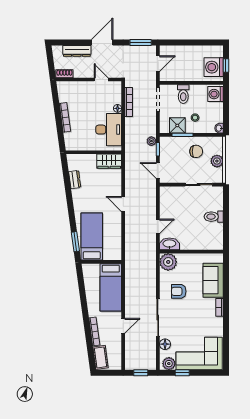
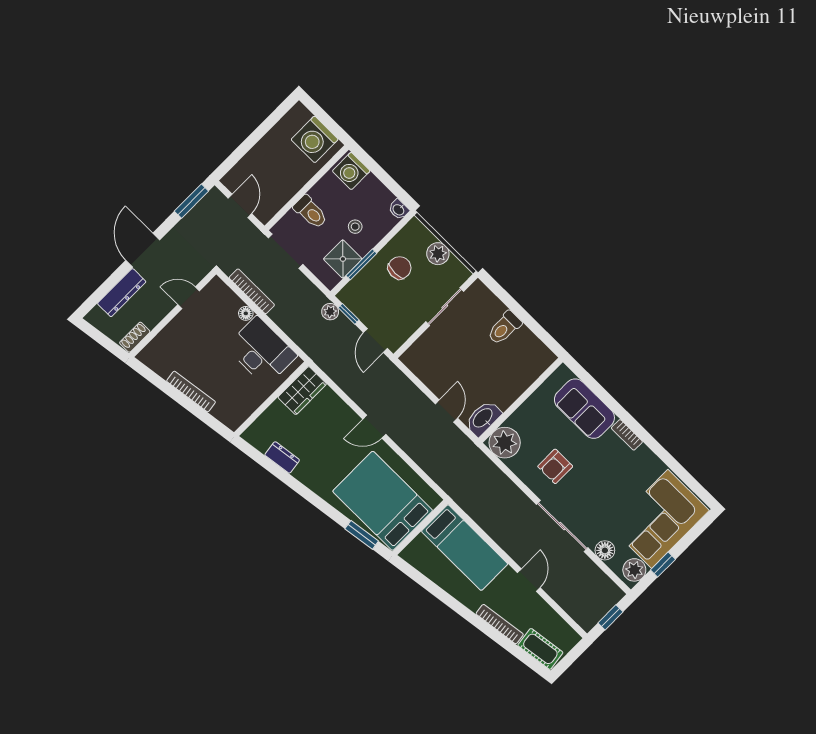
window: (226, 66) -> (328, 122), removed
door: (158, 170) -> (375, 340), hinge flipped
bed: (92, 237) -> (383, 501), width x1.50

